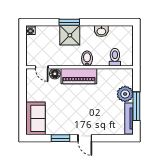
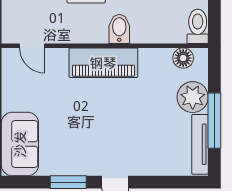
toilet: (115, 57) -> (198, 26), moved
floor lamp: (55, 74) -> (183, 58), moved

